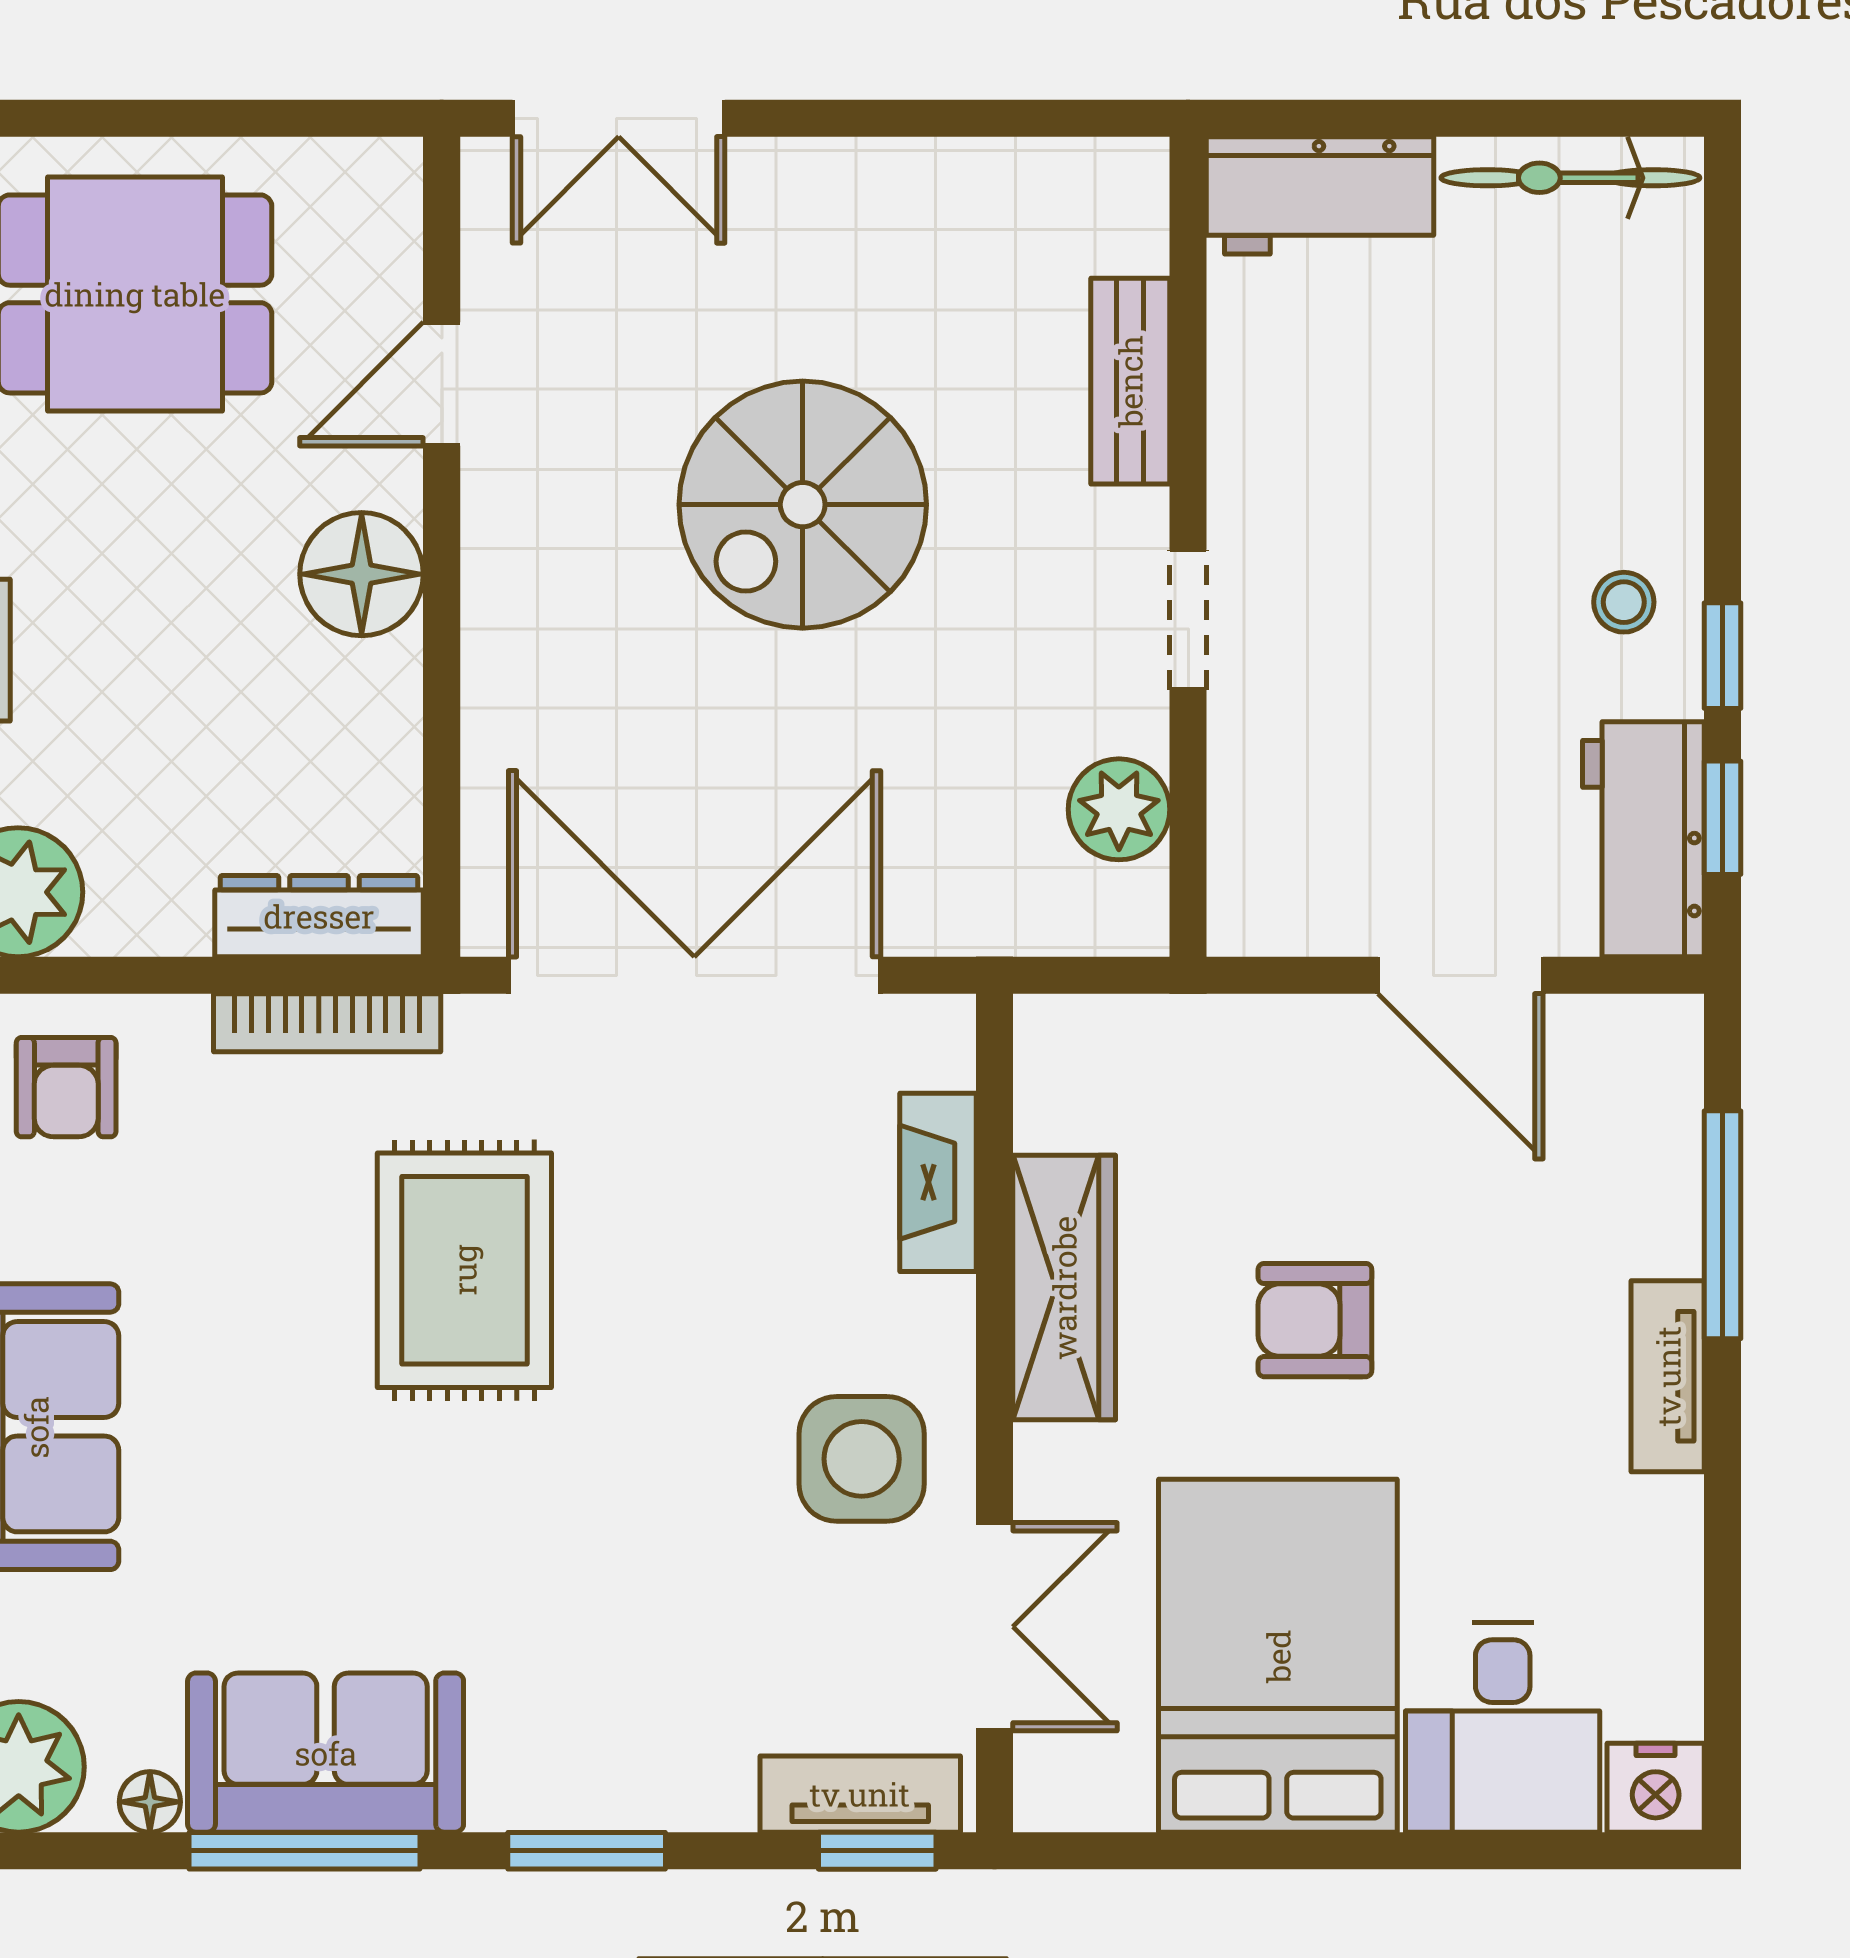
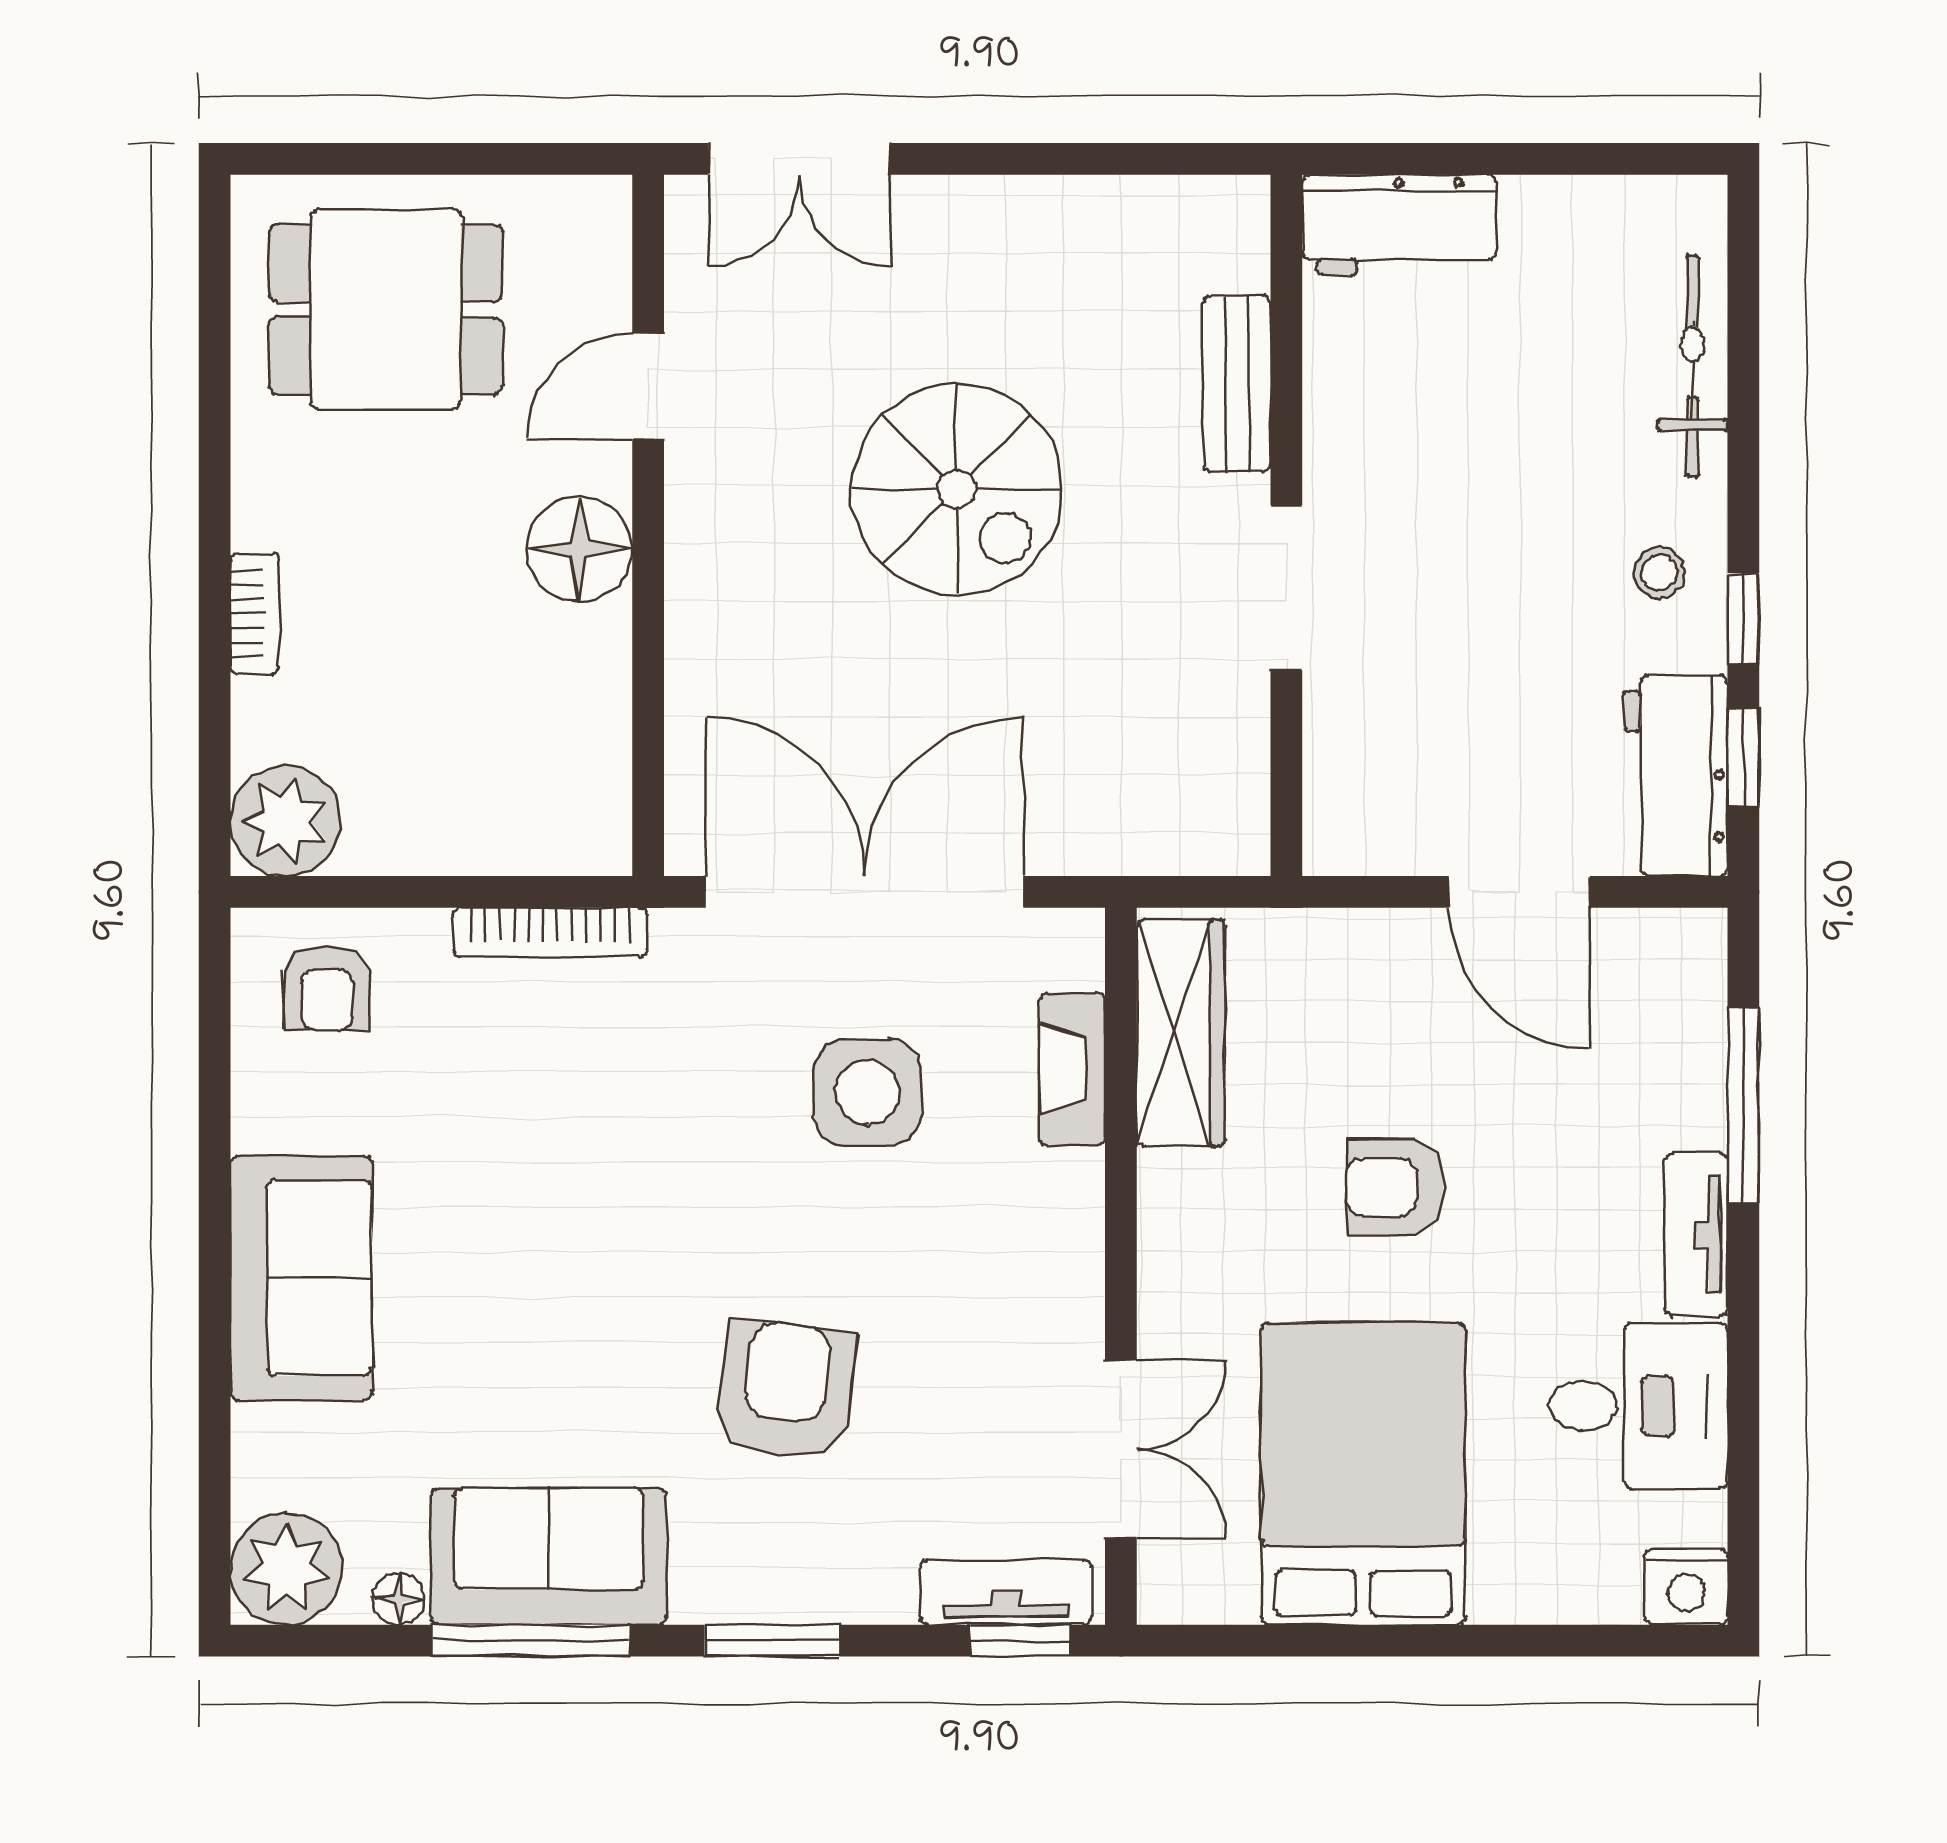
bicycle: (1570, 178) -> (1693, 366), moved, turned 90
spiral stairs: (803, 505) -> (957, 489), turned -90
doorway: (1188, 620) -> (1286, 588), width x1.38
plant: (1119, 809) -> (1227, 750), removed
dresser: (319, 916) -> (543, 841), removed
rug: (464, 1270) -> (668, 1144), removed
wardrobe: (1064, 1288) -> (1180, 1033), moved
side table: (862, 1459) -> (867, 1093), moved
armchair: (602, 1558) -> (785, 1390), added
desk: (1503, 1728) -> (1638, 1406), moved, turned -90

